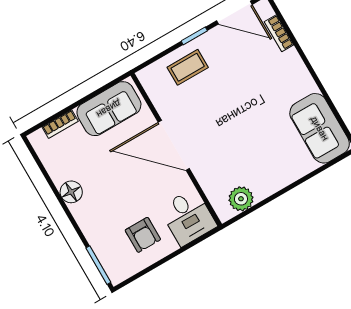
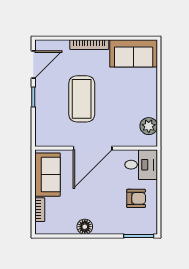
bookcase: (279, 33) -> (89, 45), moved, width x1.56
coffee table: (188, 67) -> (82, 99), moved, width x1.86, depth x1.72

